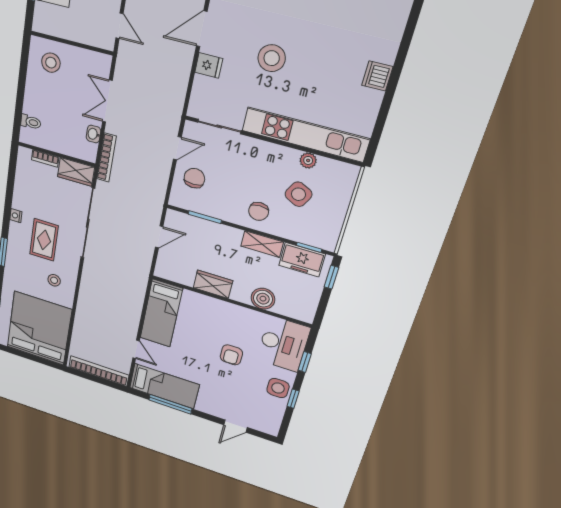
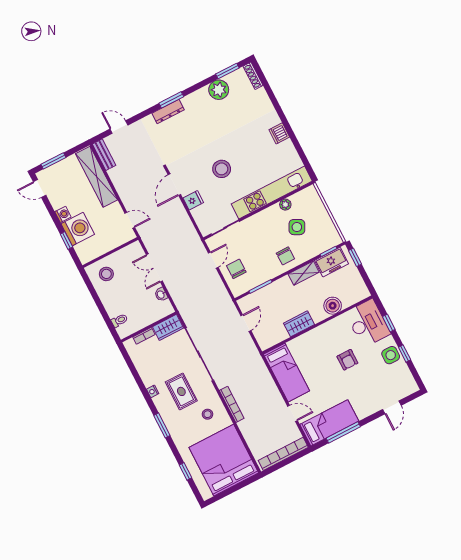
bookcase: (106, 158) -> (232, 404), moved

